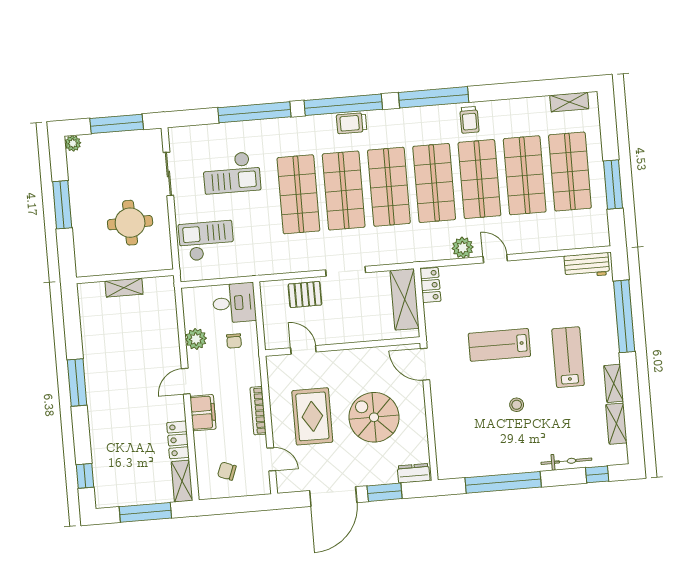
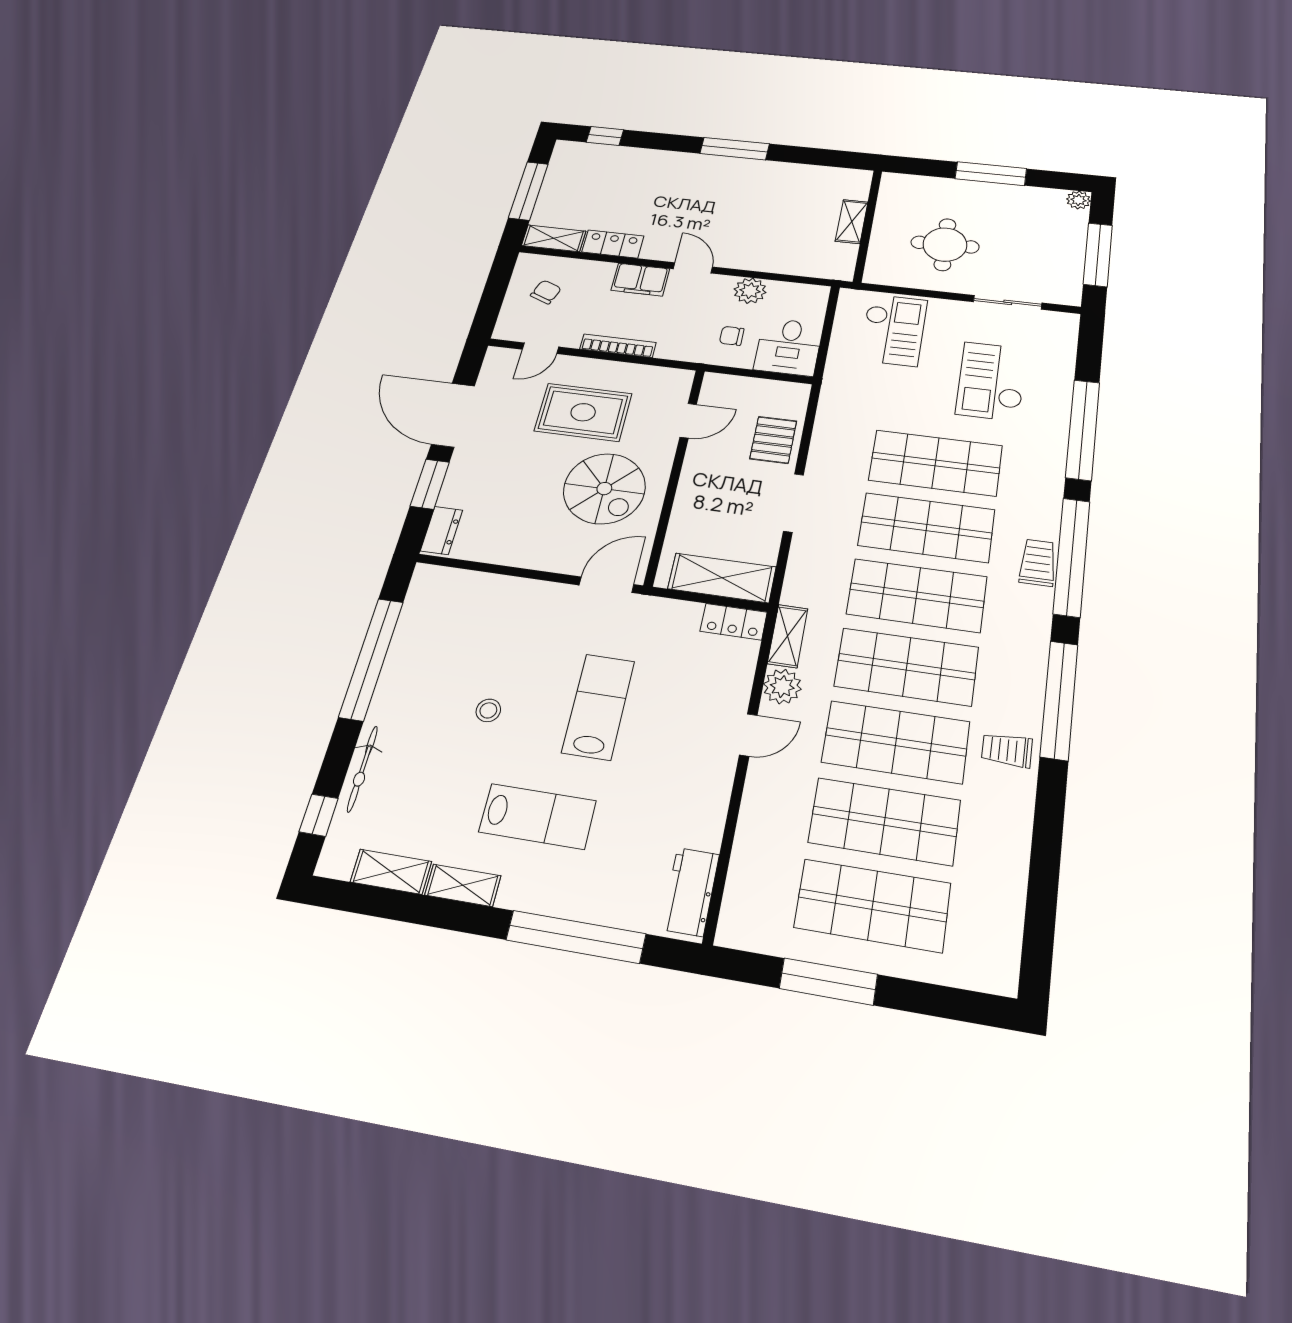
shelving: (569, 102) -> (788, 636), moved
spiral stairs: (374, 417) -> (604, 489), moved, turned 90

